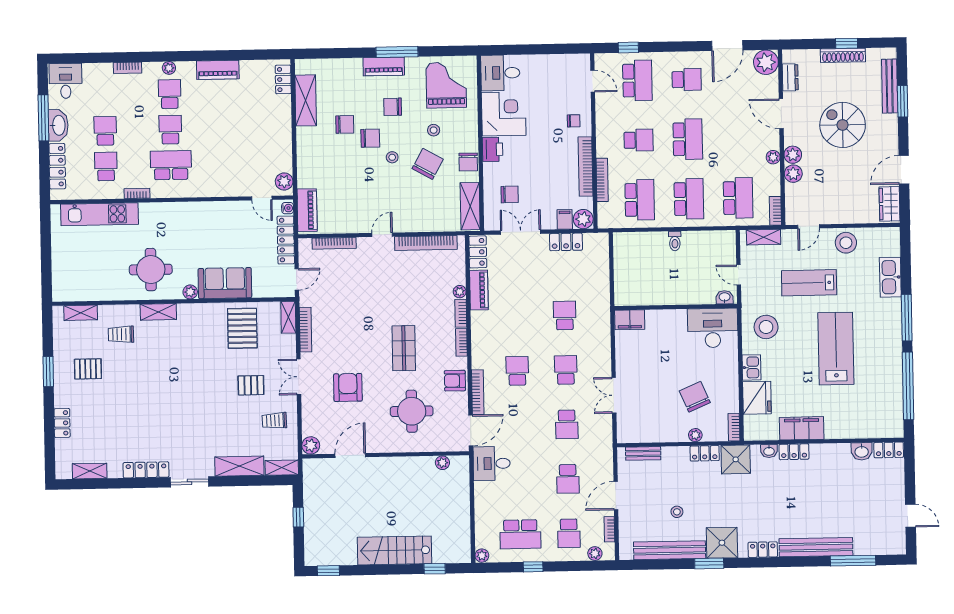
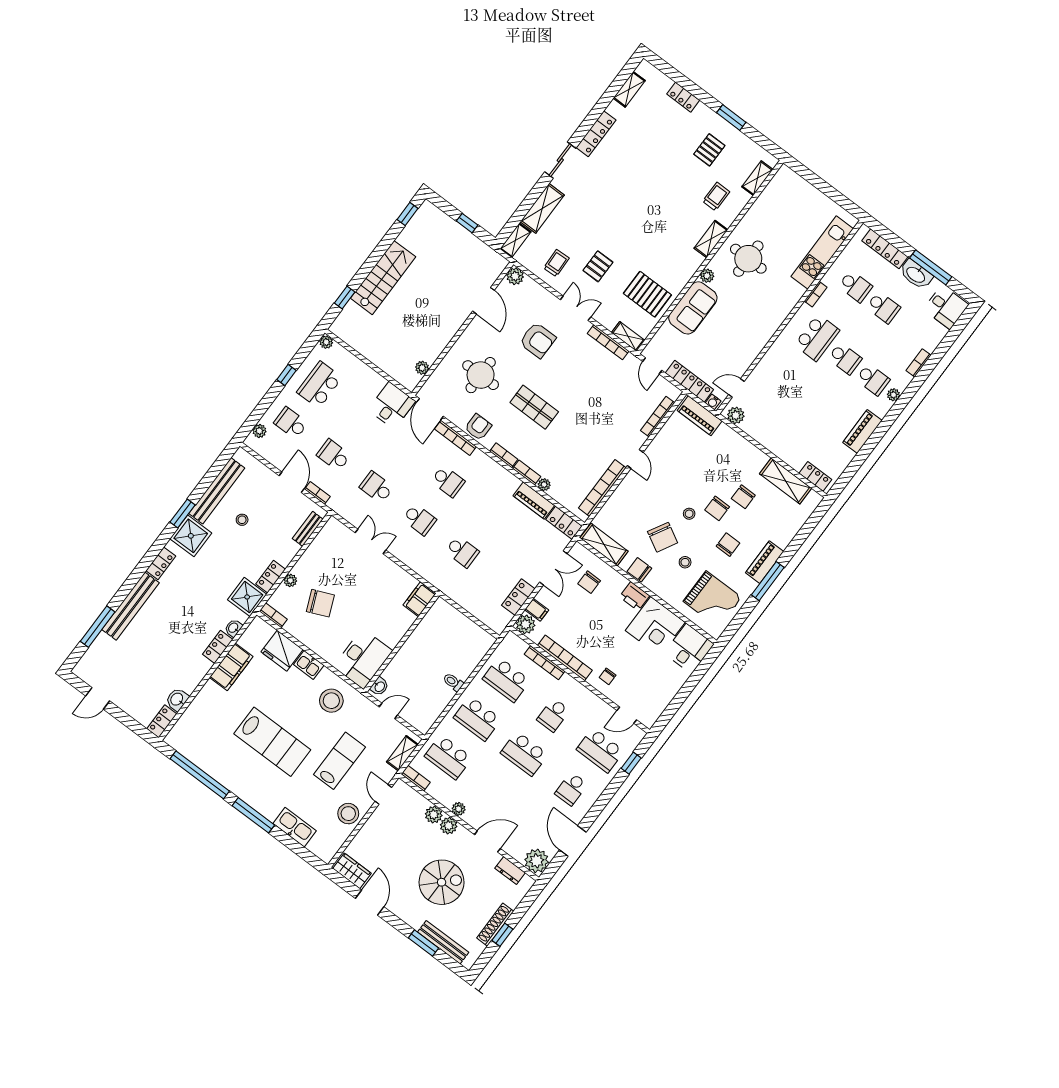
bookcase: (609, 529) -> (317, 493), moved

